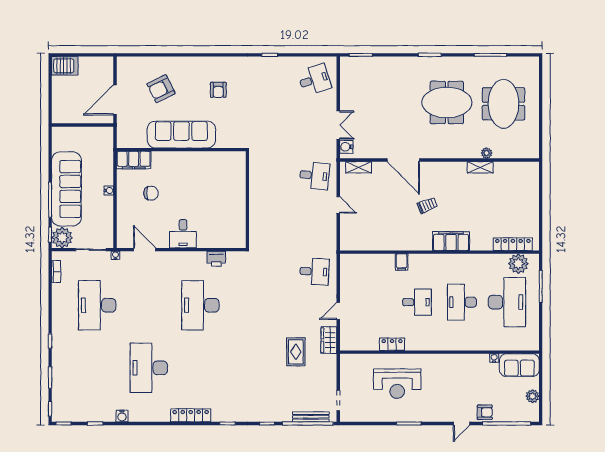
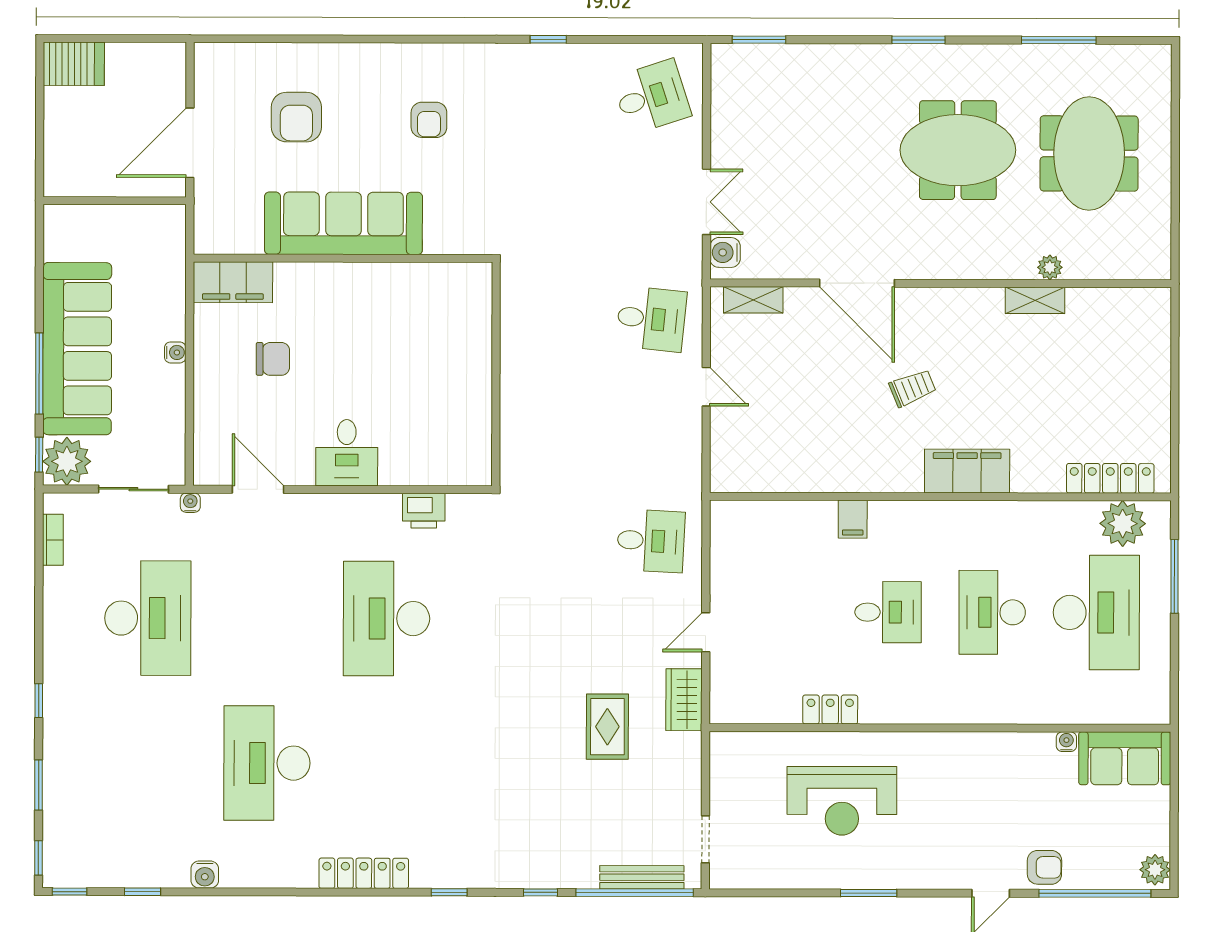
armchair: (161, 89) -> (296, 117), turned -64
desk: (97, 305) -> (148, 618), turned 180
plant: (532, 396) -> (1155, 870), moved

